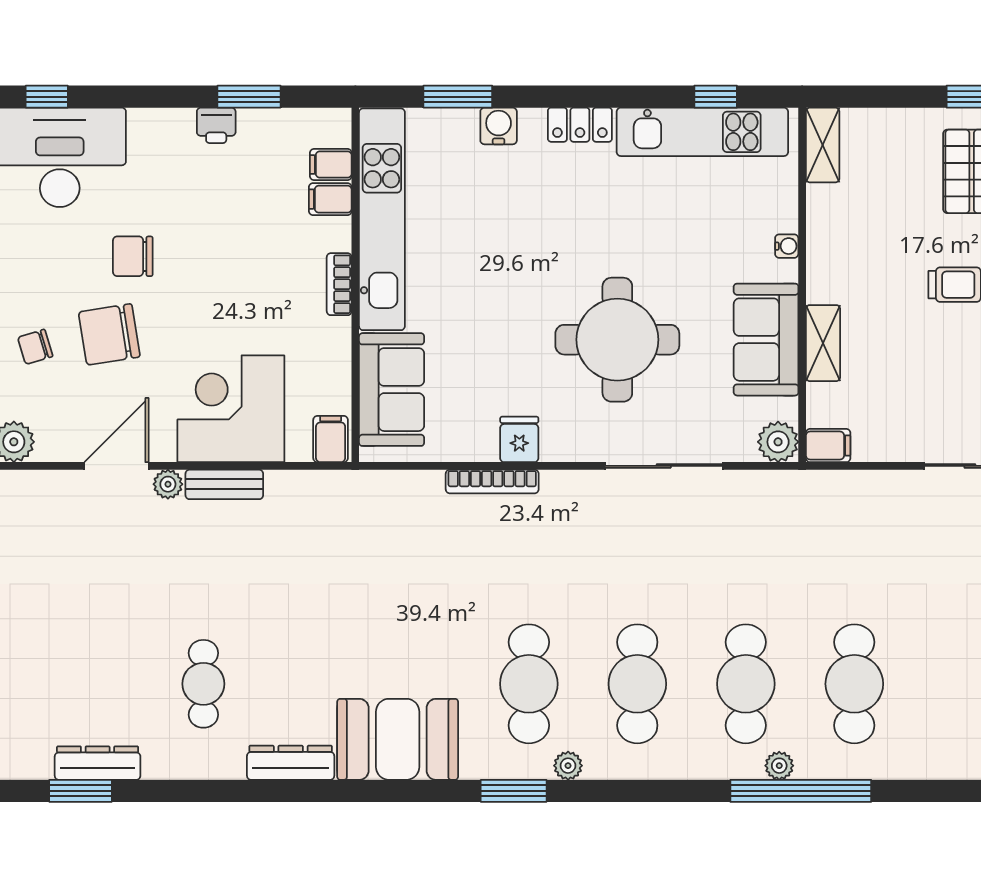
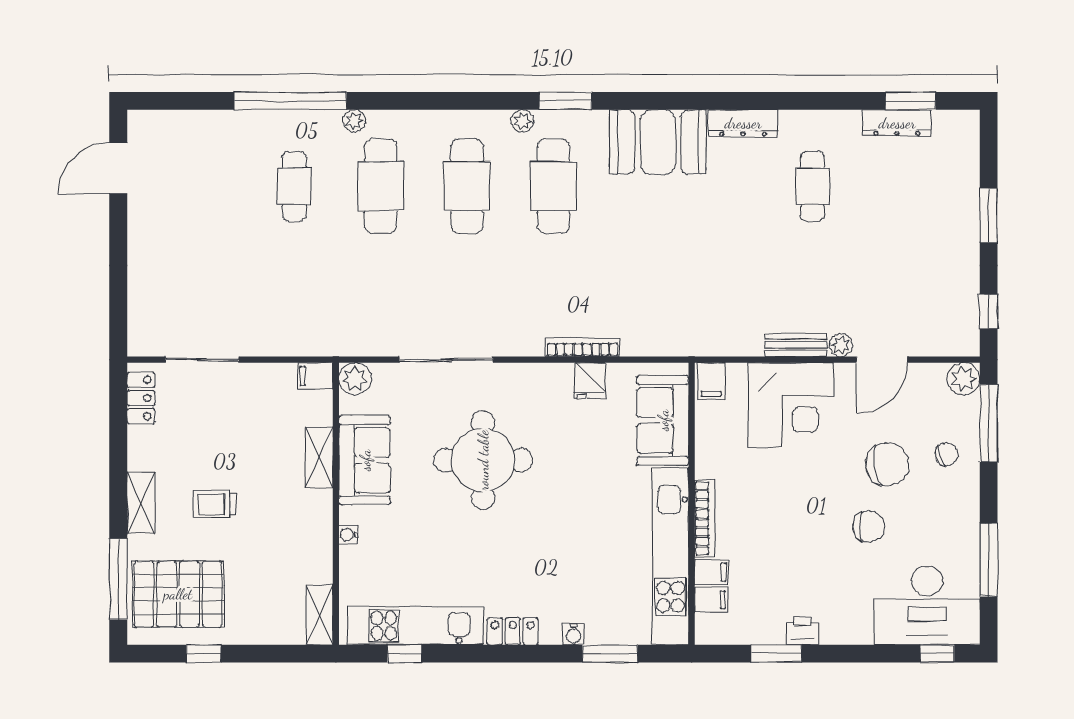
water cooler: (499, 126) -> (574, 634), width x0.72, depth x0.72
bookcase: (339, 284) -> (704, 518), width x1.56
fridge: (519, 439) -> (590, 381), moved
cafe table: (854, 684) -> (294, 186), width x0.73, depth x0.74
window: (801, 791) -> (290, 101), moved

